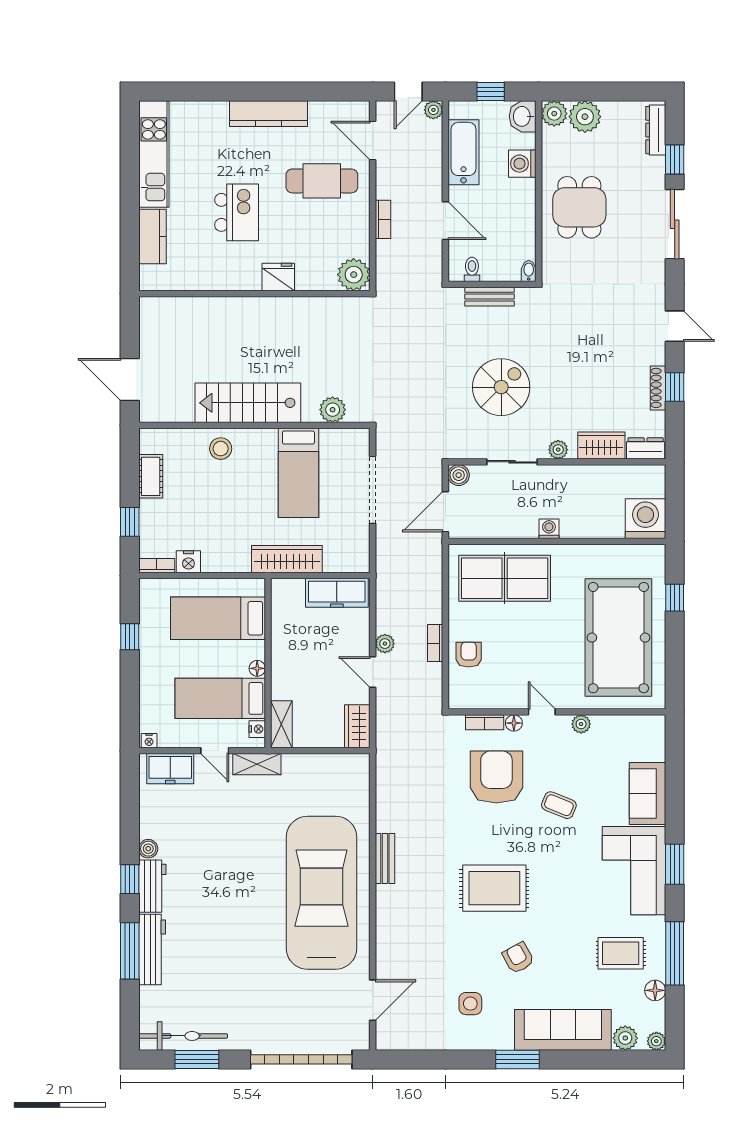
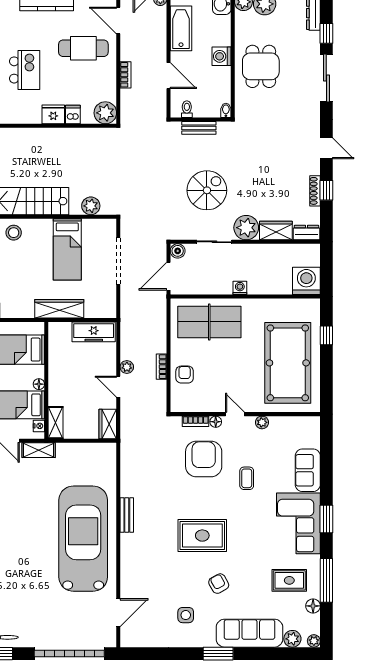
washing machine: (522, 164) -> (221, 56), moved
dishwasher: (307, 277) -> (73, 115), added
plant: (558, 450) -> (246, 228), width x1.87, depth x1.87
coffee table: (559, 805) -> (247, 478), turned 68

